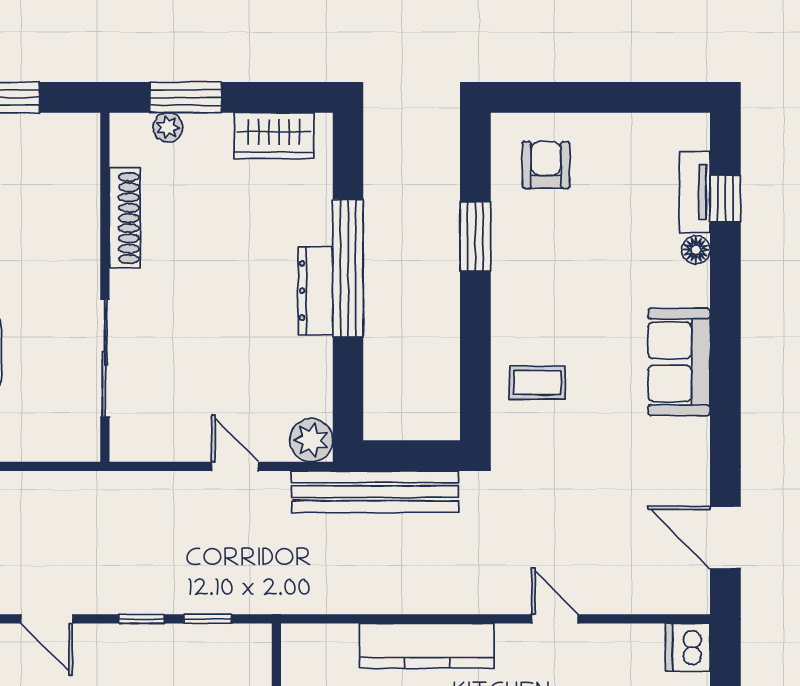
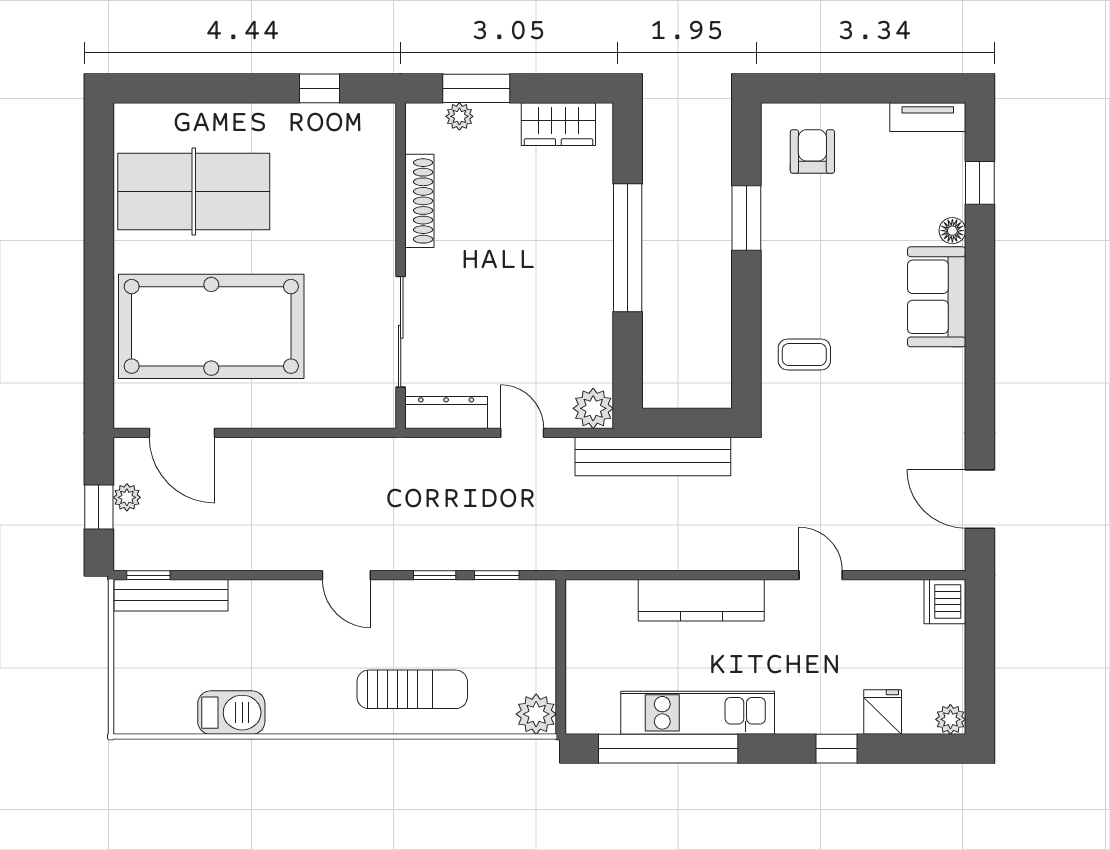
tv unit: (695, 192) -> (928, 117), moved, turned -90
dresser: (315, 291) -> (446, 412), moved, turned 90
sofa: (679, 362) -> (937, 297), moved

